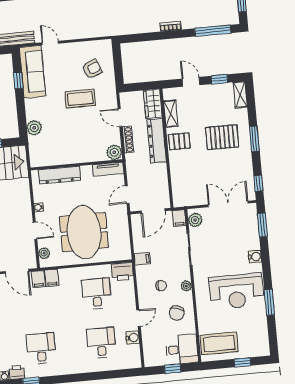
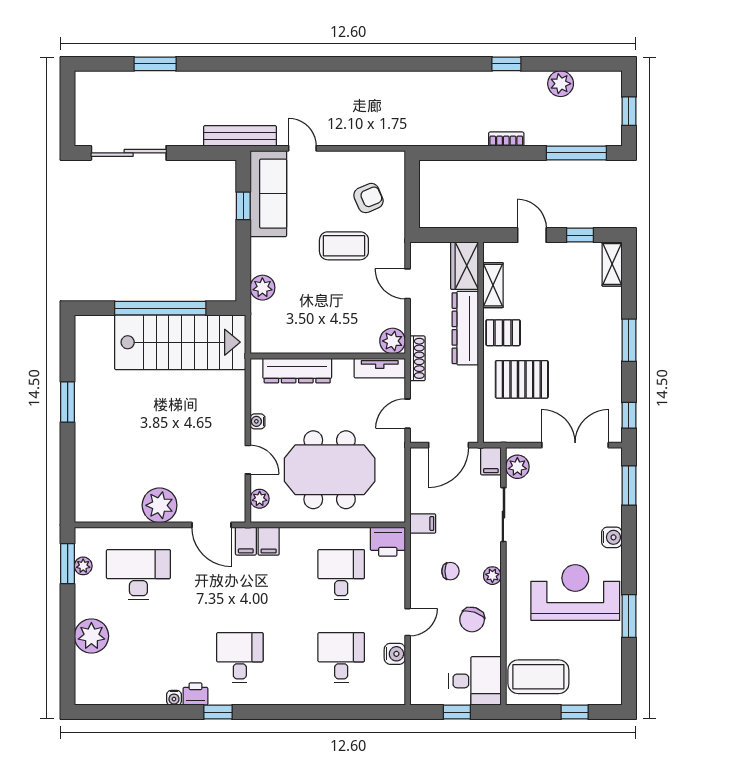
pallet: (222, 137) -> (522, 379), moved
shoe rack: (128, 140) -> (417, 358), moved
meeting table: (84, 232) -> (330, 470), turned 90
reception desk: (236, 291) -> (575, 593), turned 180

